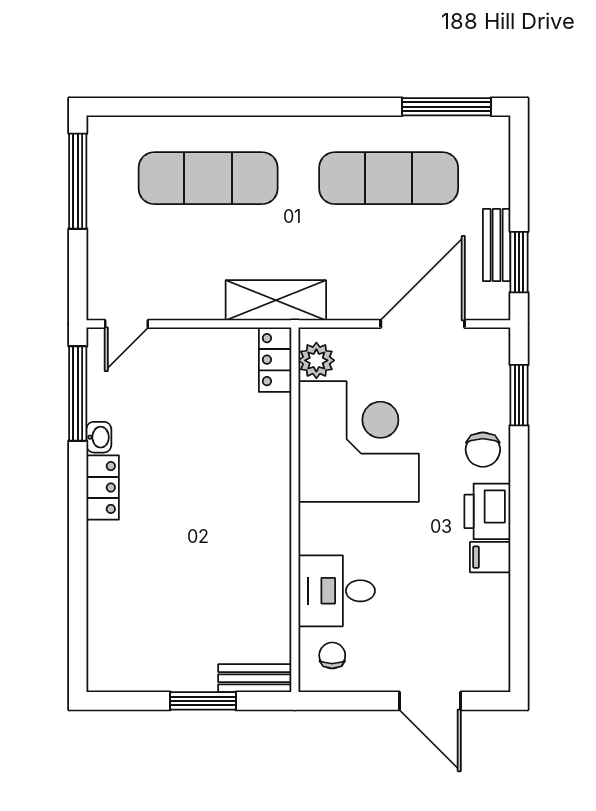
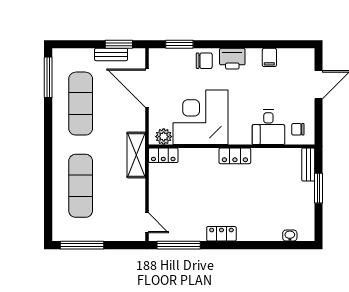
washbasin: (99, 437) -> (290, 236), moved
locker: (274, 517) -> (235, 156), added
filing cabinet: (490, 557) -> (269, 57), moved

